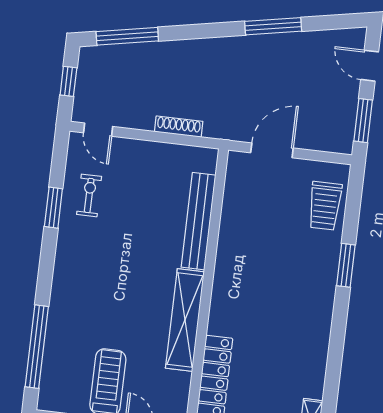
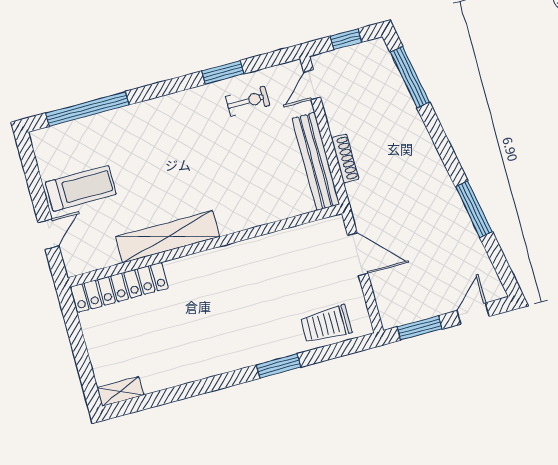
bench: (199, 221) -> (316, 161), moved, turned 90

